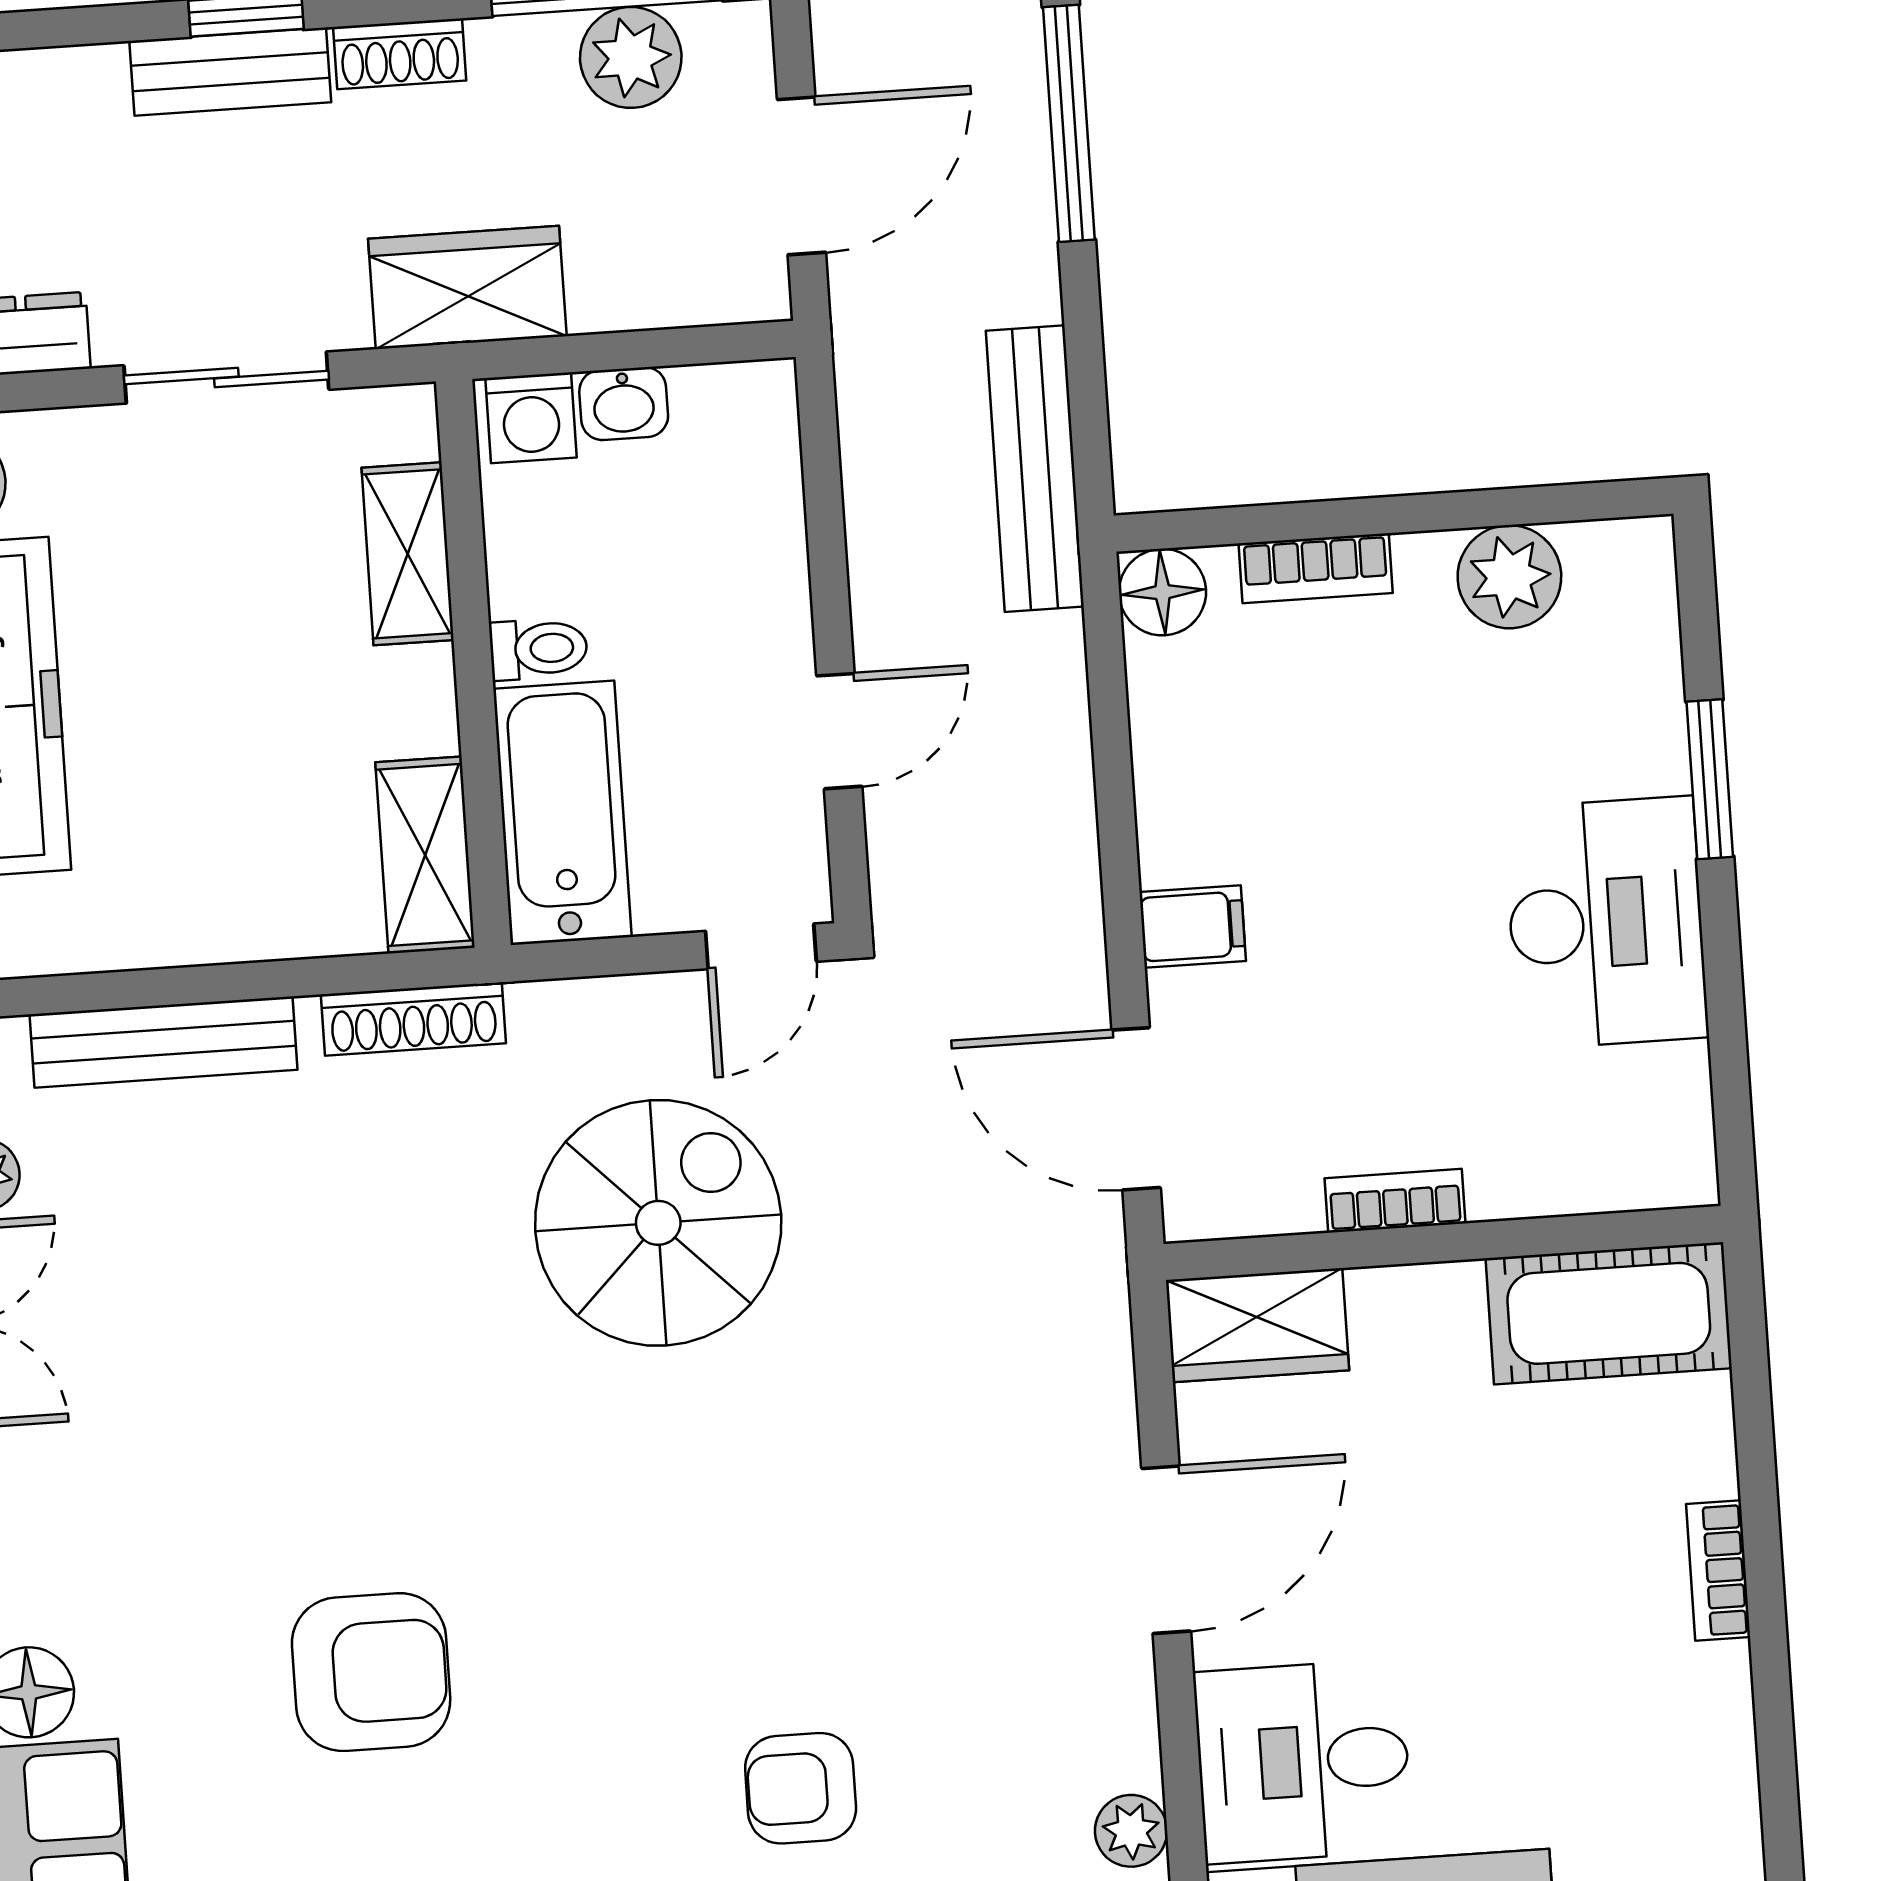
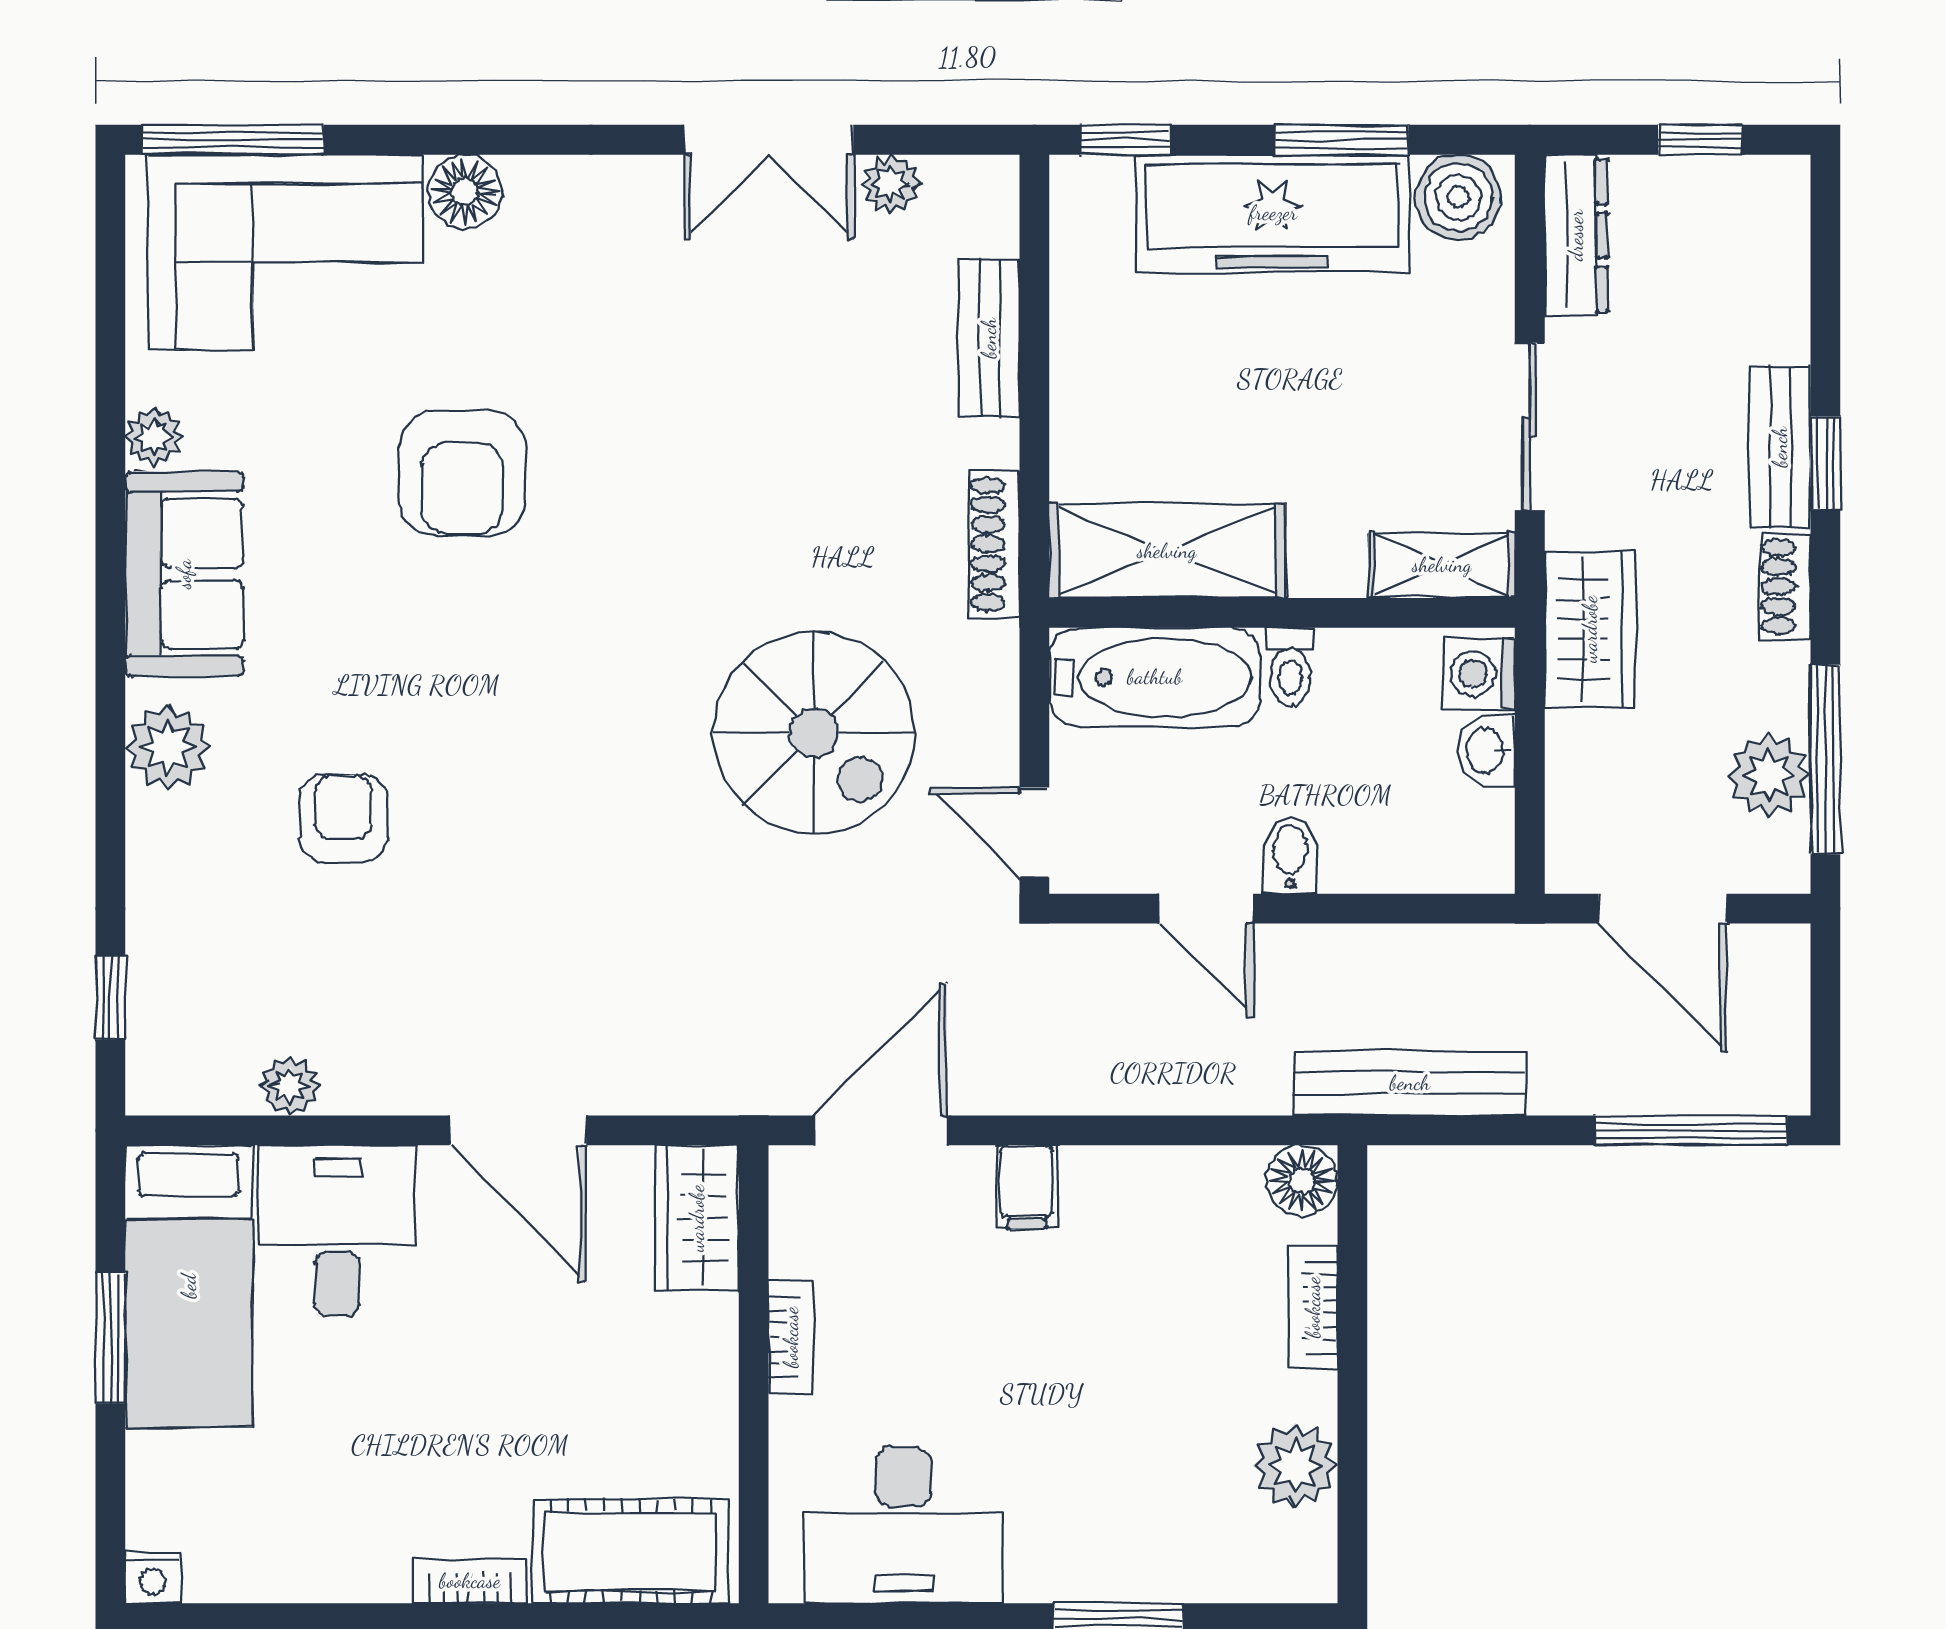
shelving: (408, 554) -> (1442, 565), moved
bidet: (767, 633) -> (1290, 855), added
shelving: (425, 855) -> (1167, 551), width x1.50, depth x1.33
desk: (1606, 923) -> (903, 1525), moved
bench: (164, 1042) -> (989, 338), width x0.73
cot: (1609, 1313) -> (630, 1551), moved, turned 90

